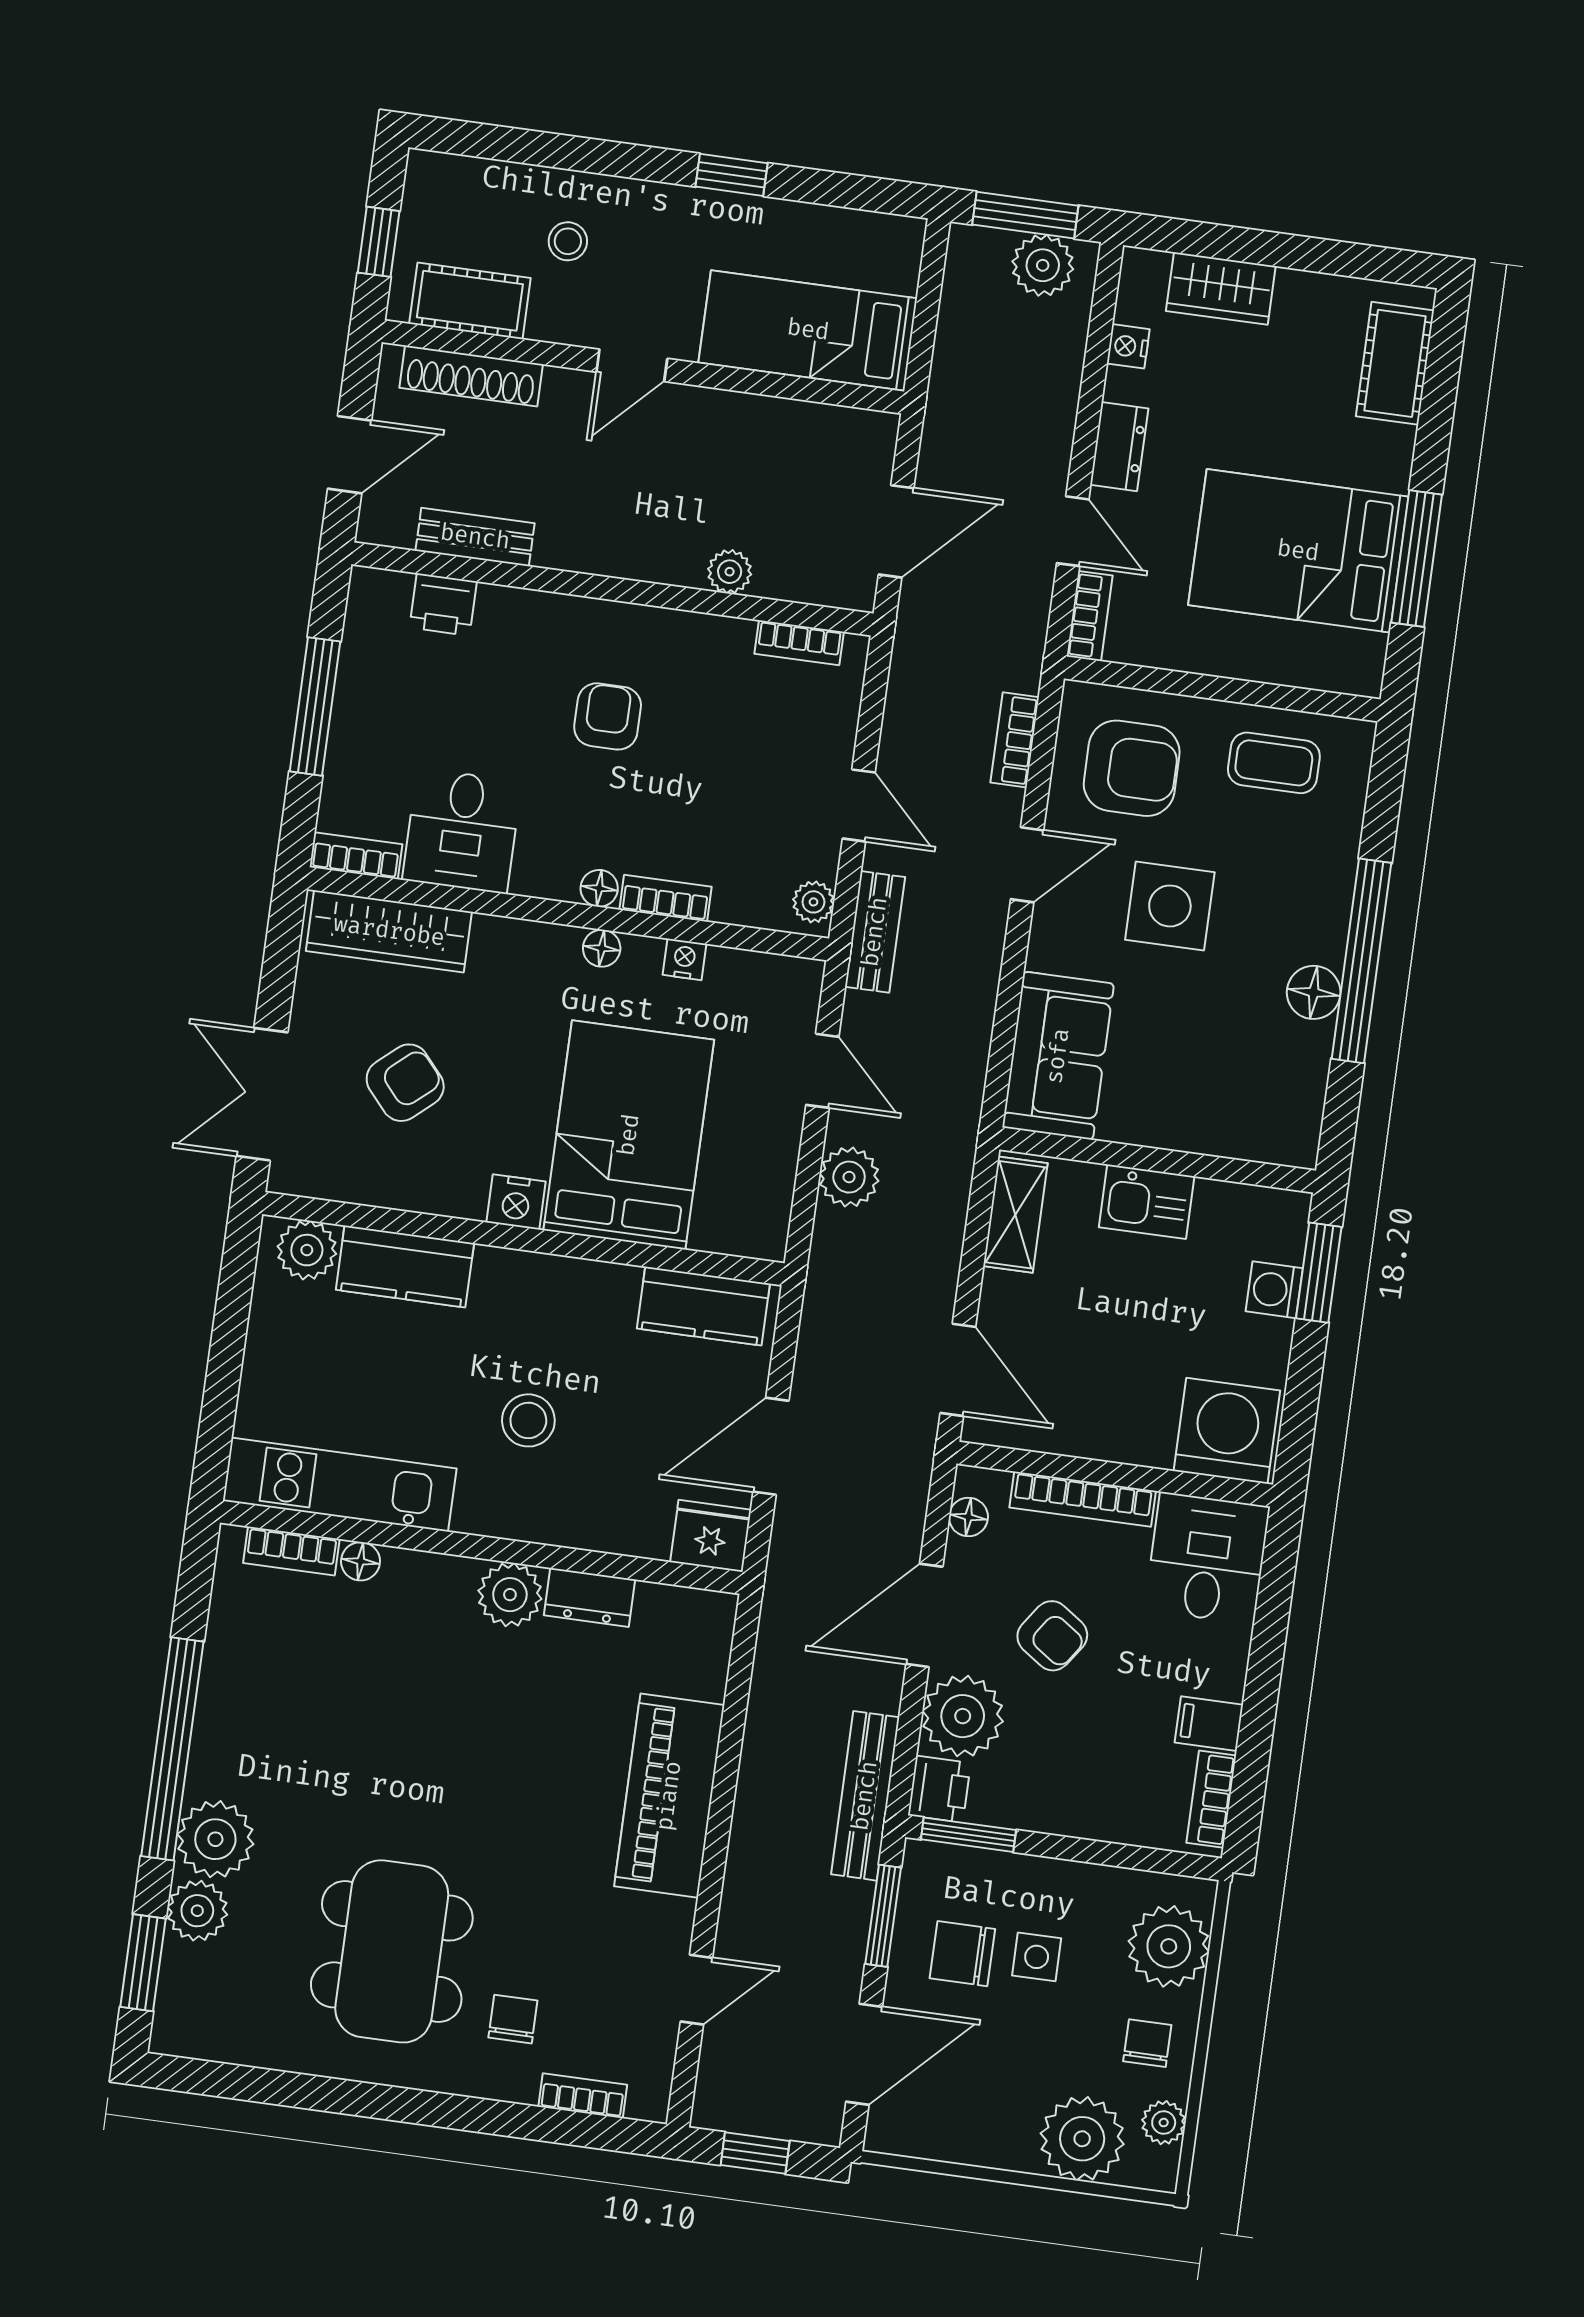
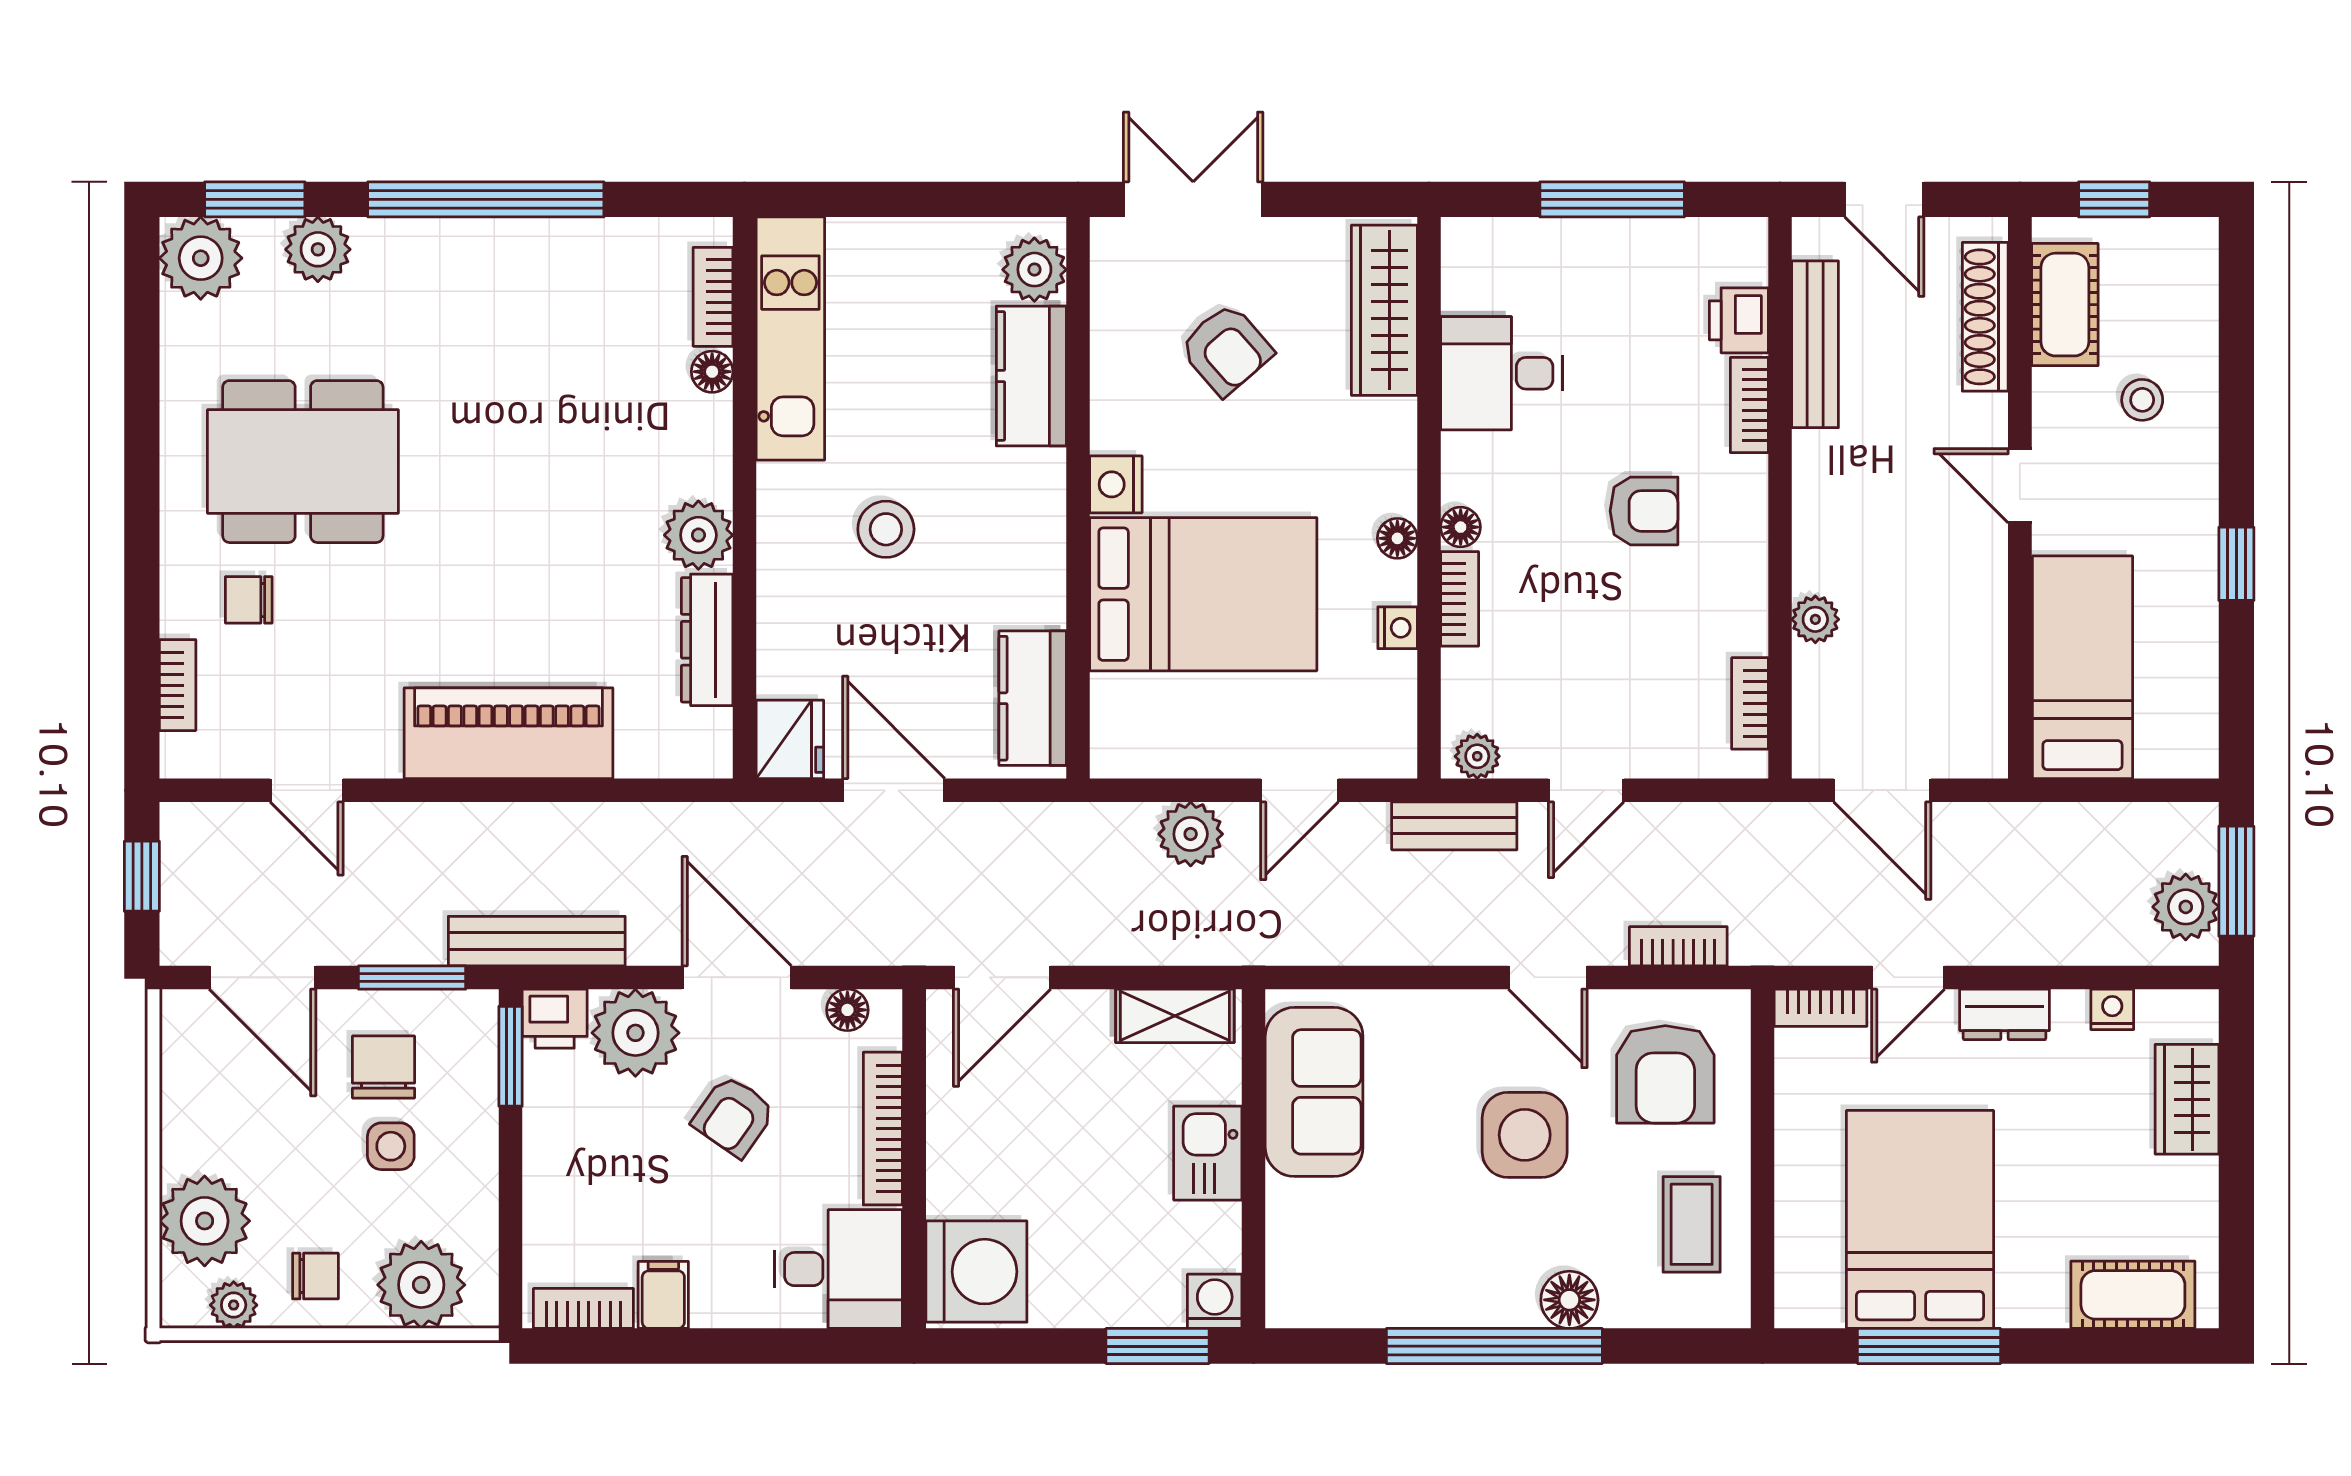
bench: (475, 537) -> (1815, 344), width x1.36
bookcase: (356, 856) -> (1749, 405), moved, turned 180
floor lamp: (1314, 992) -> (1569, 1300), moved
sofa: (1058, 1056) -> (1314, 1092), moved, turned -90
washing machine: (1274, 1290) -> (1215, 1301), moved
dresser: (589, 1597) -> (707, 640), width x1.44
plant: (215, 1839) -> (201, 258), moved
chair: (513, 2019) -> (249, 600), turned 180

